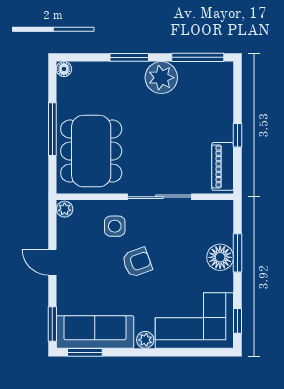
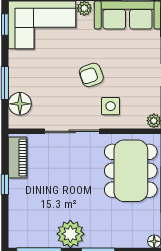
floor lamp: (220, 257) -> (20, 104), moved

